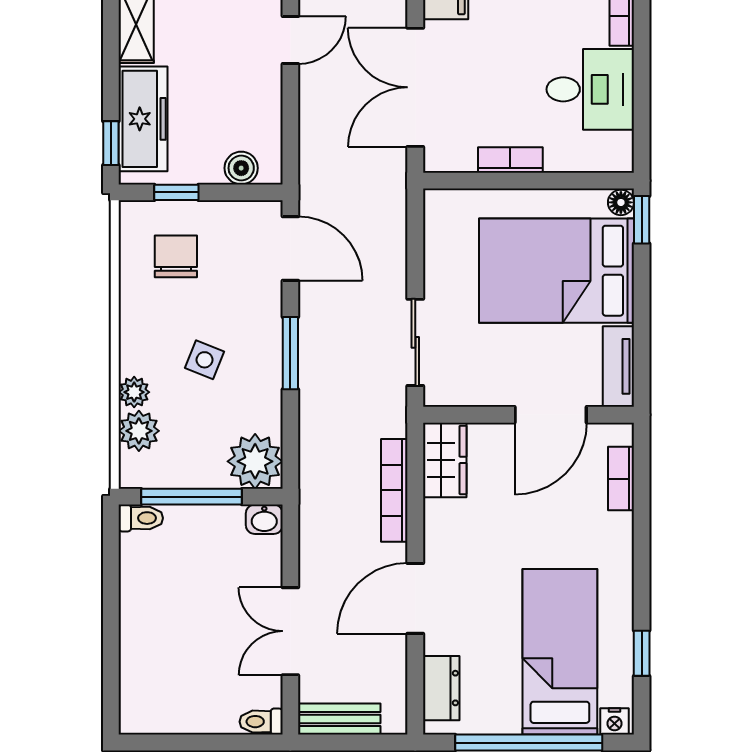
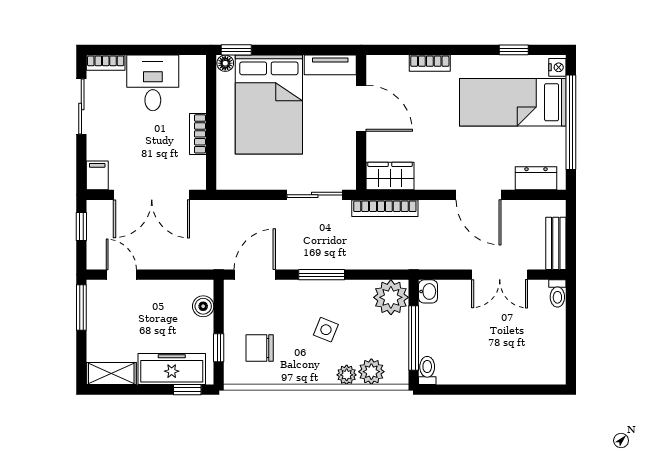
bookcase: (621, 479) -> (430, 63), moved
bookcase: (394, 490) -> (385, 208), moved

